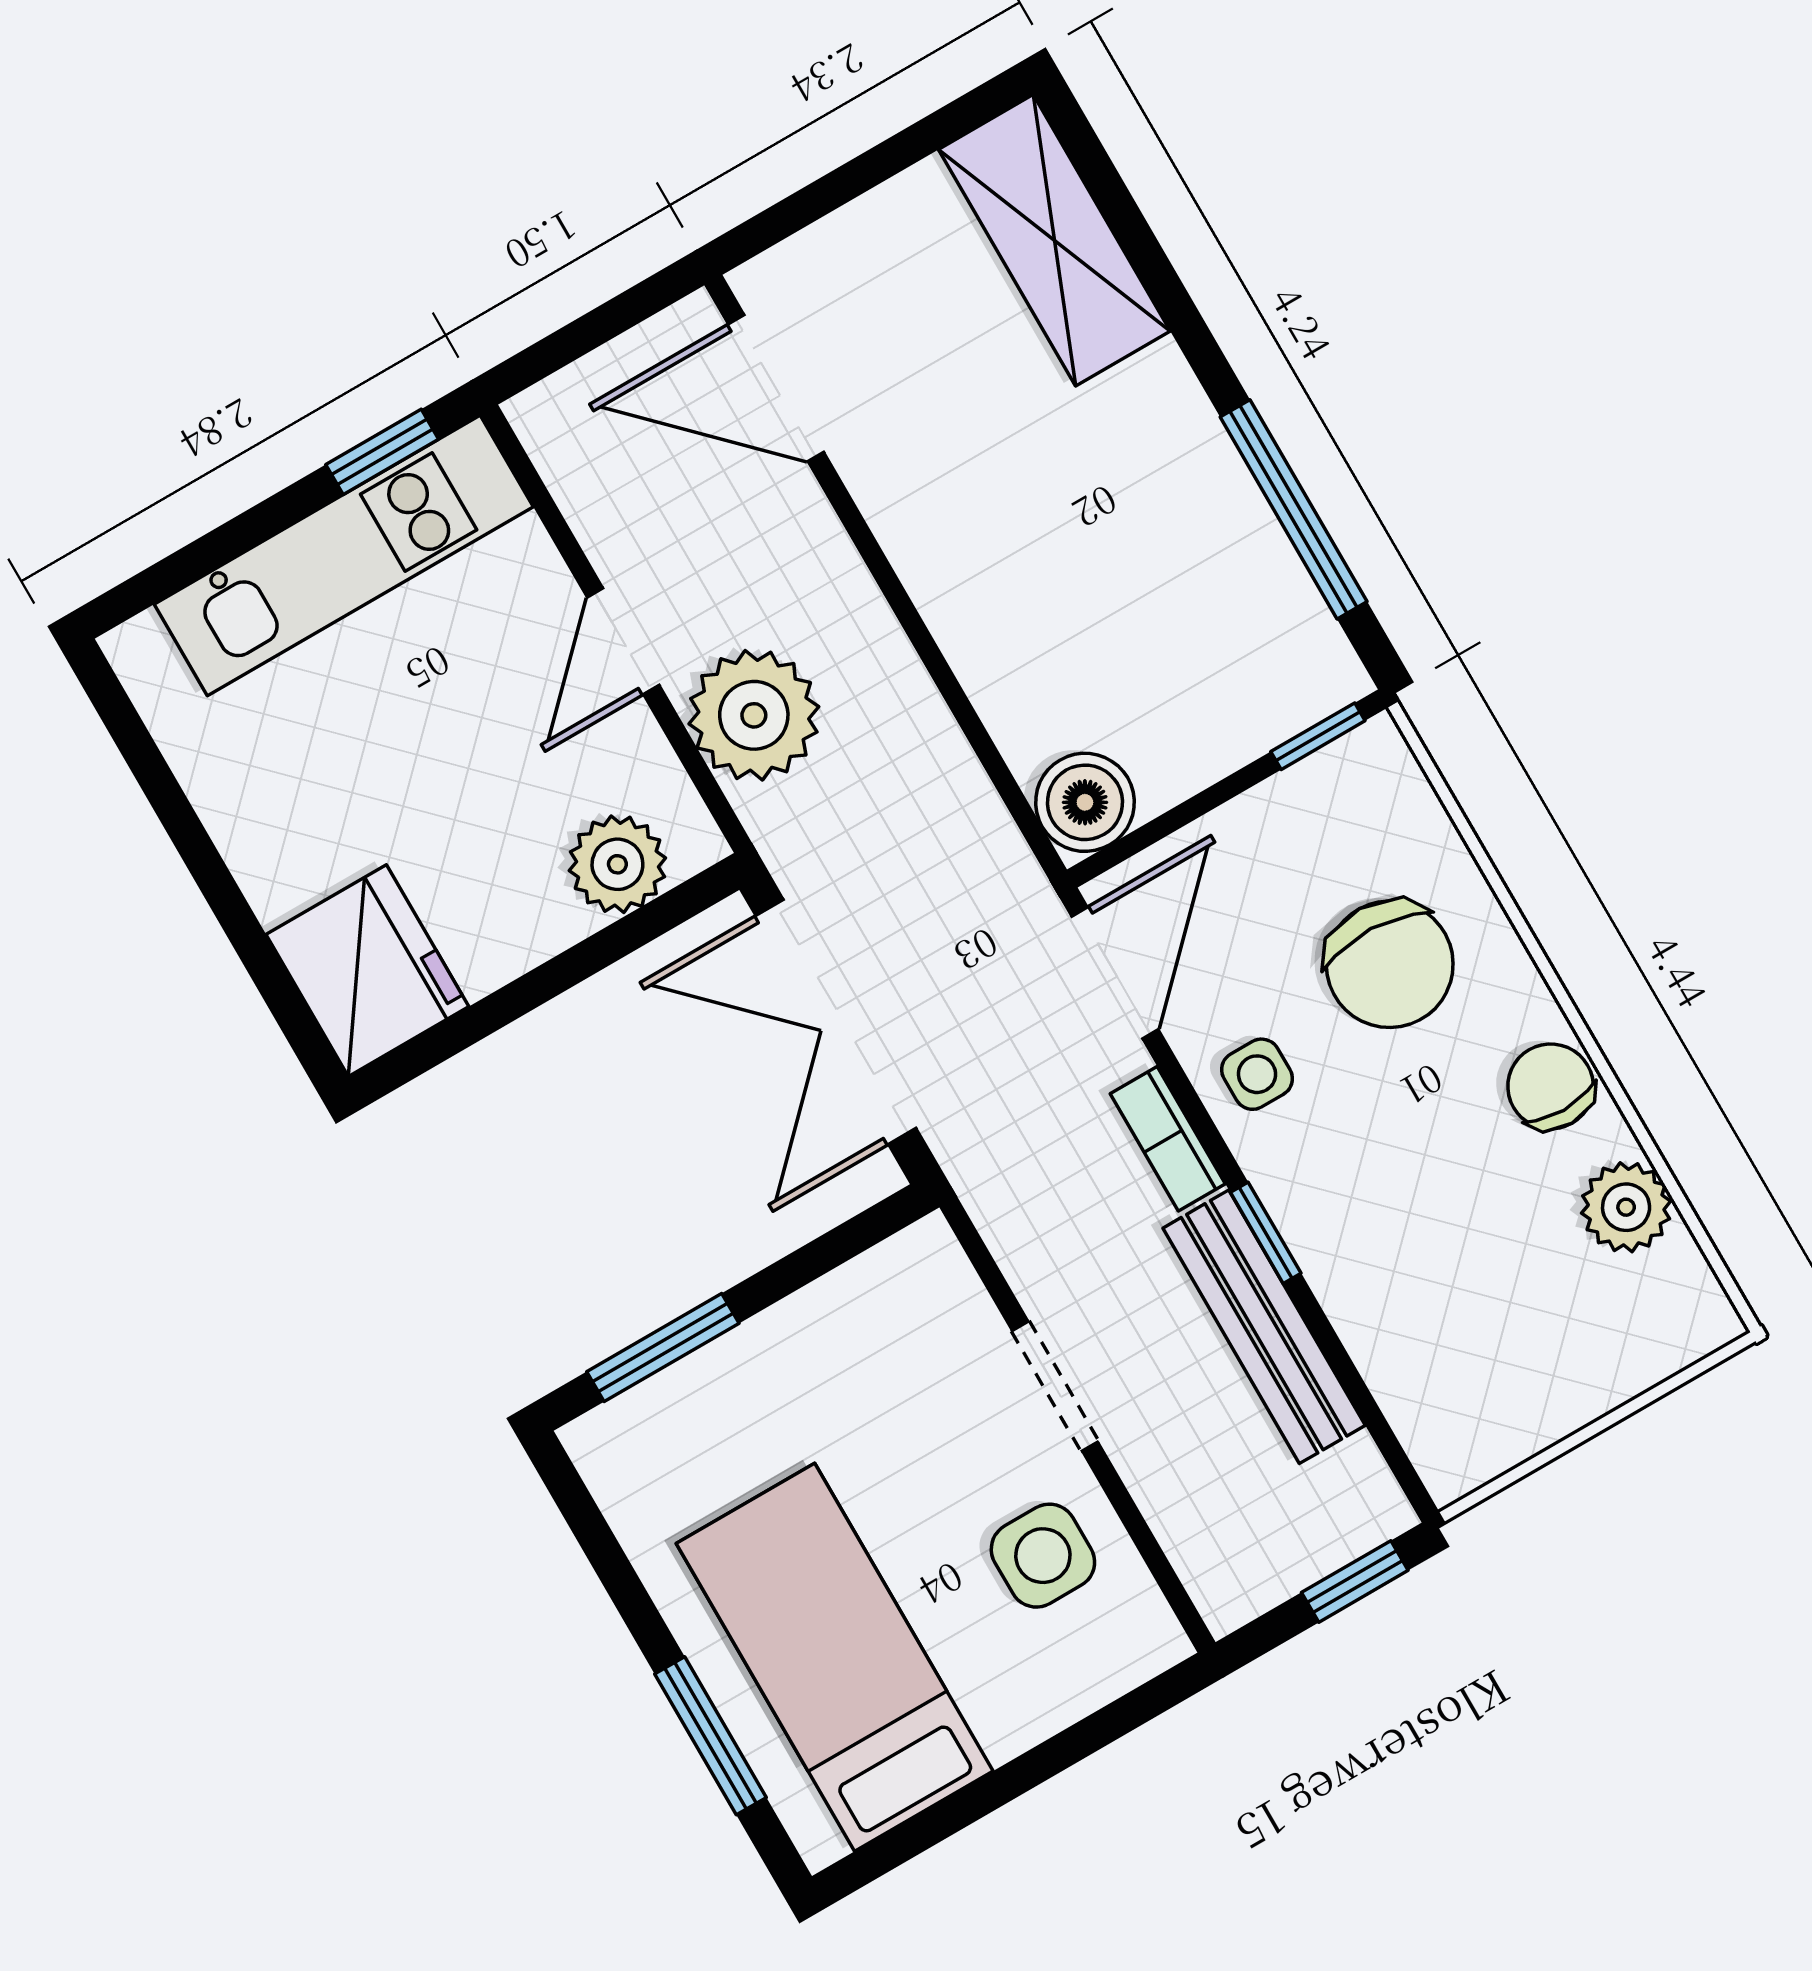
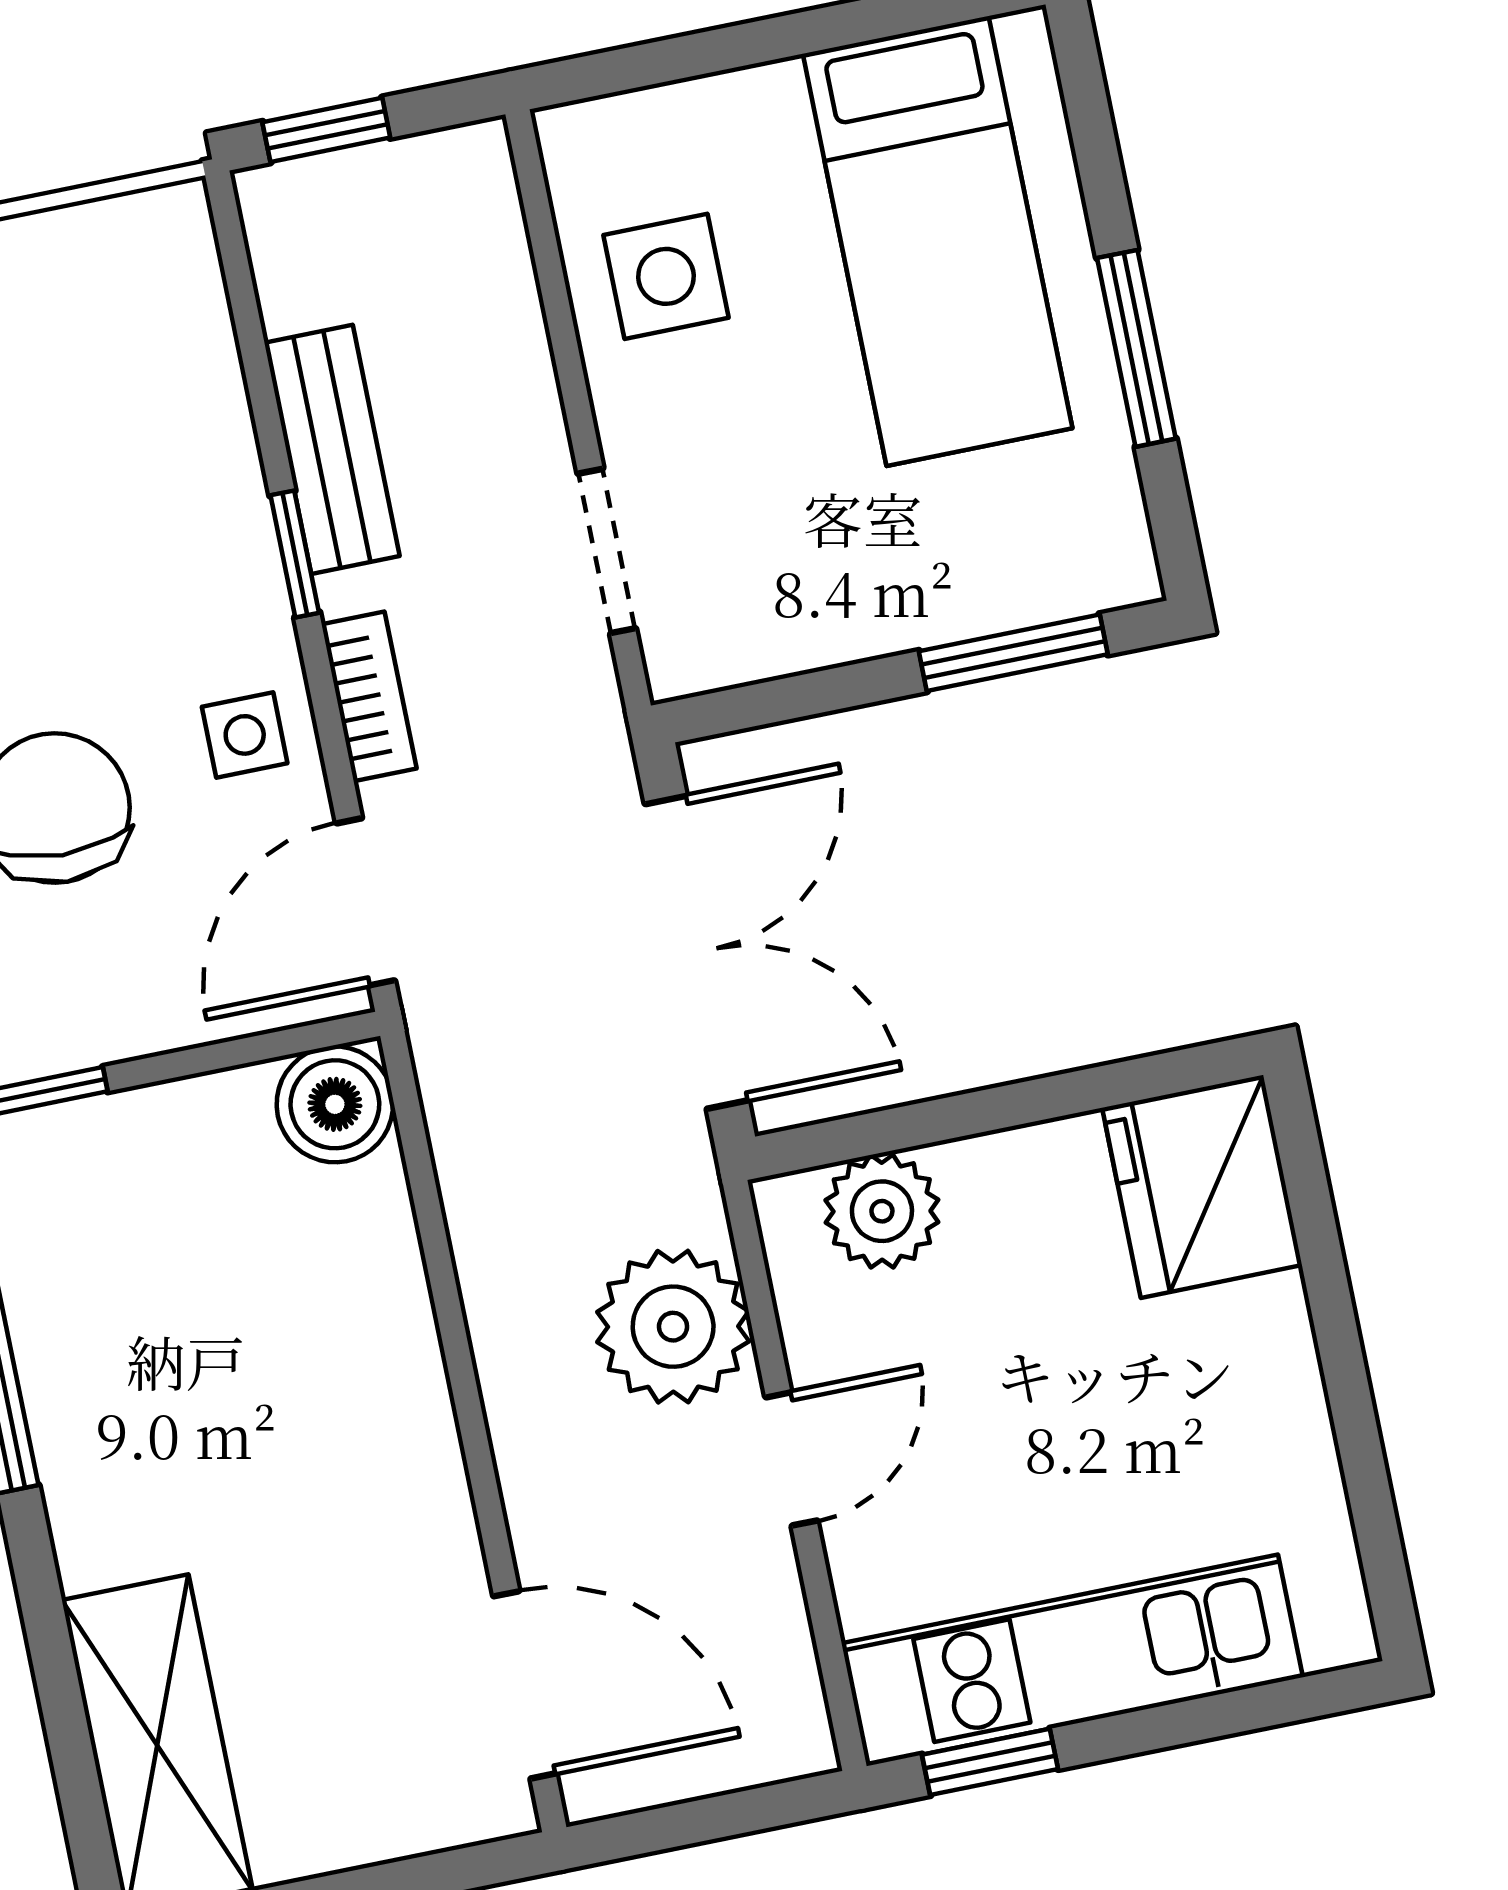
bench: (1264, 1327) -> (332, 449), width x0.73
doorway: (1055, 1386) -> (607, 551), moved
window: (711, 1736) -> (1136, 348), moved

